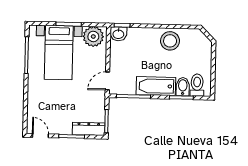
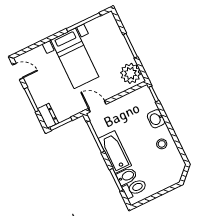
washbasin: (118, 34) -> (156, 119), moved
stool: (170, 41) -> (162, 144), width x0.53, depth x0.53
bed with nightstands: (59, 53) -> (75, 58), moved, turned -90
dresser: (89, 129) -> (48, 116), width x0.70
door: (40, 136) -> (18, 71), hinge flipped

